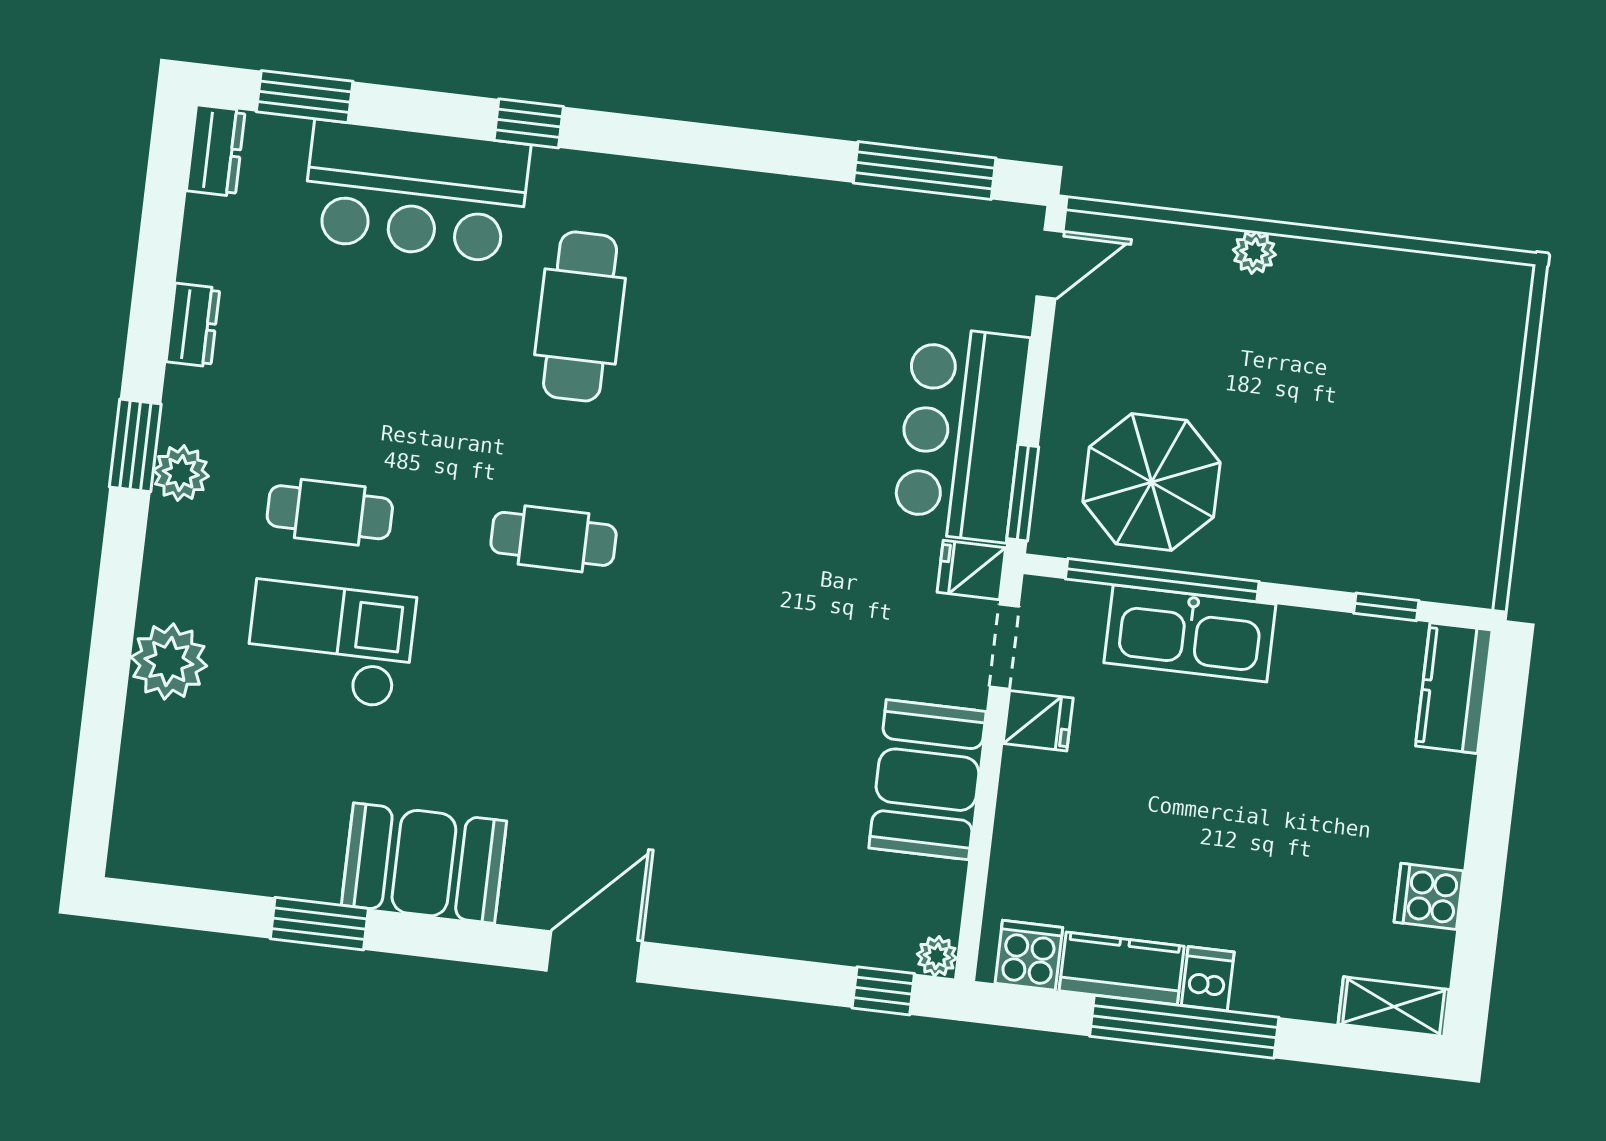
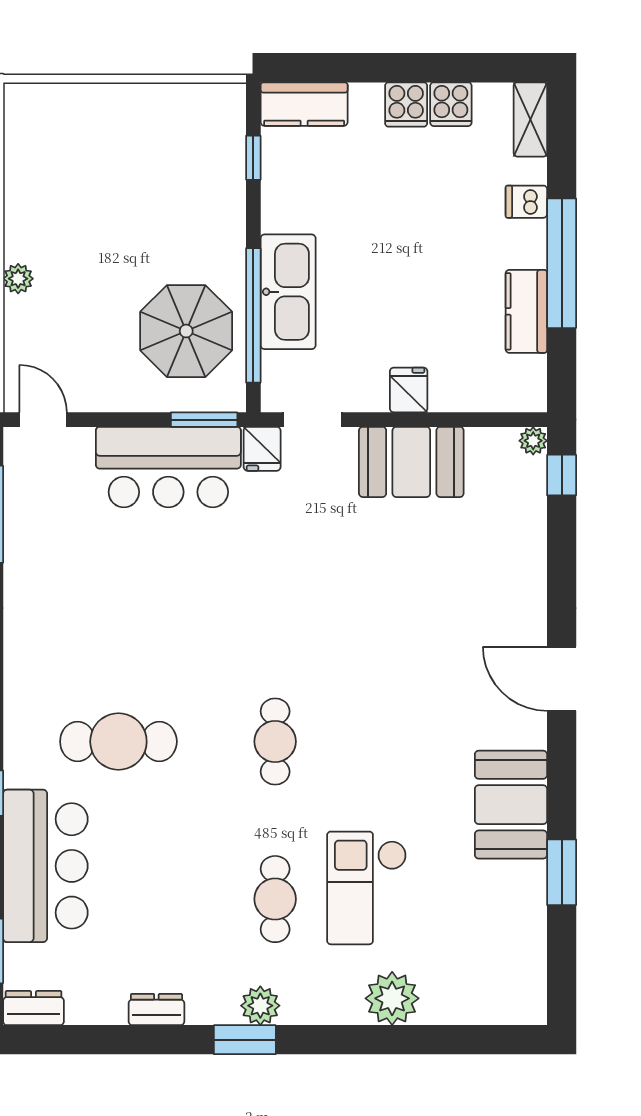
fridge: (1038, 721) -> (409, 390), moved
cooker: (1029, 955) -> (406, 104), moved, turned -90
dishwasher: (1208, 979) -> (526, 202), moved

